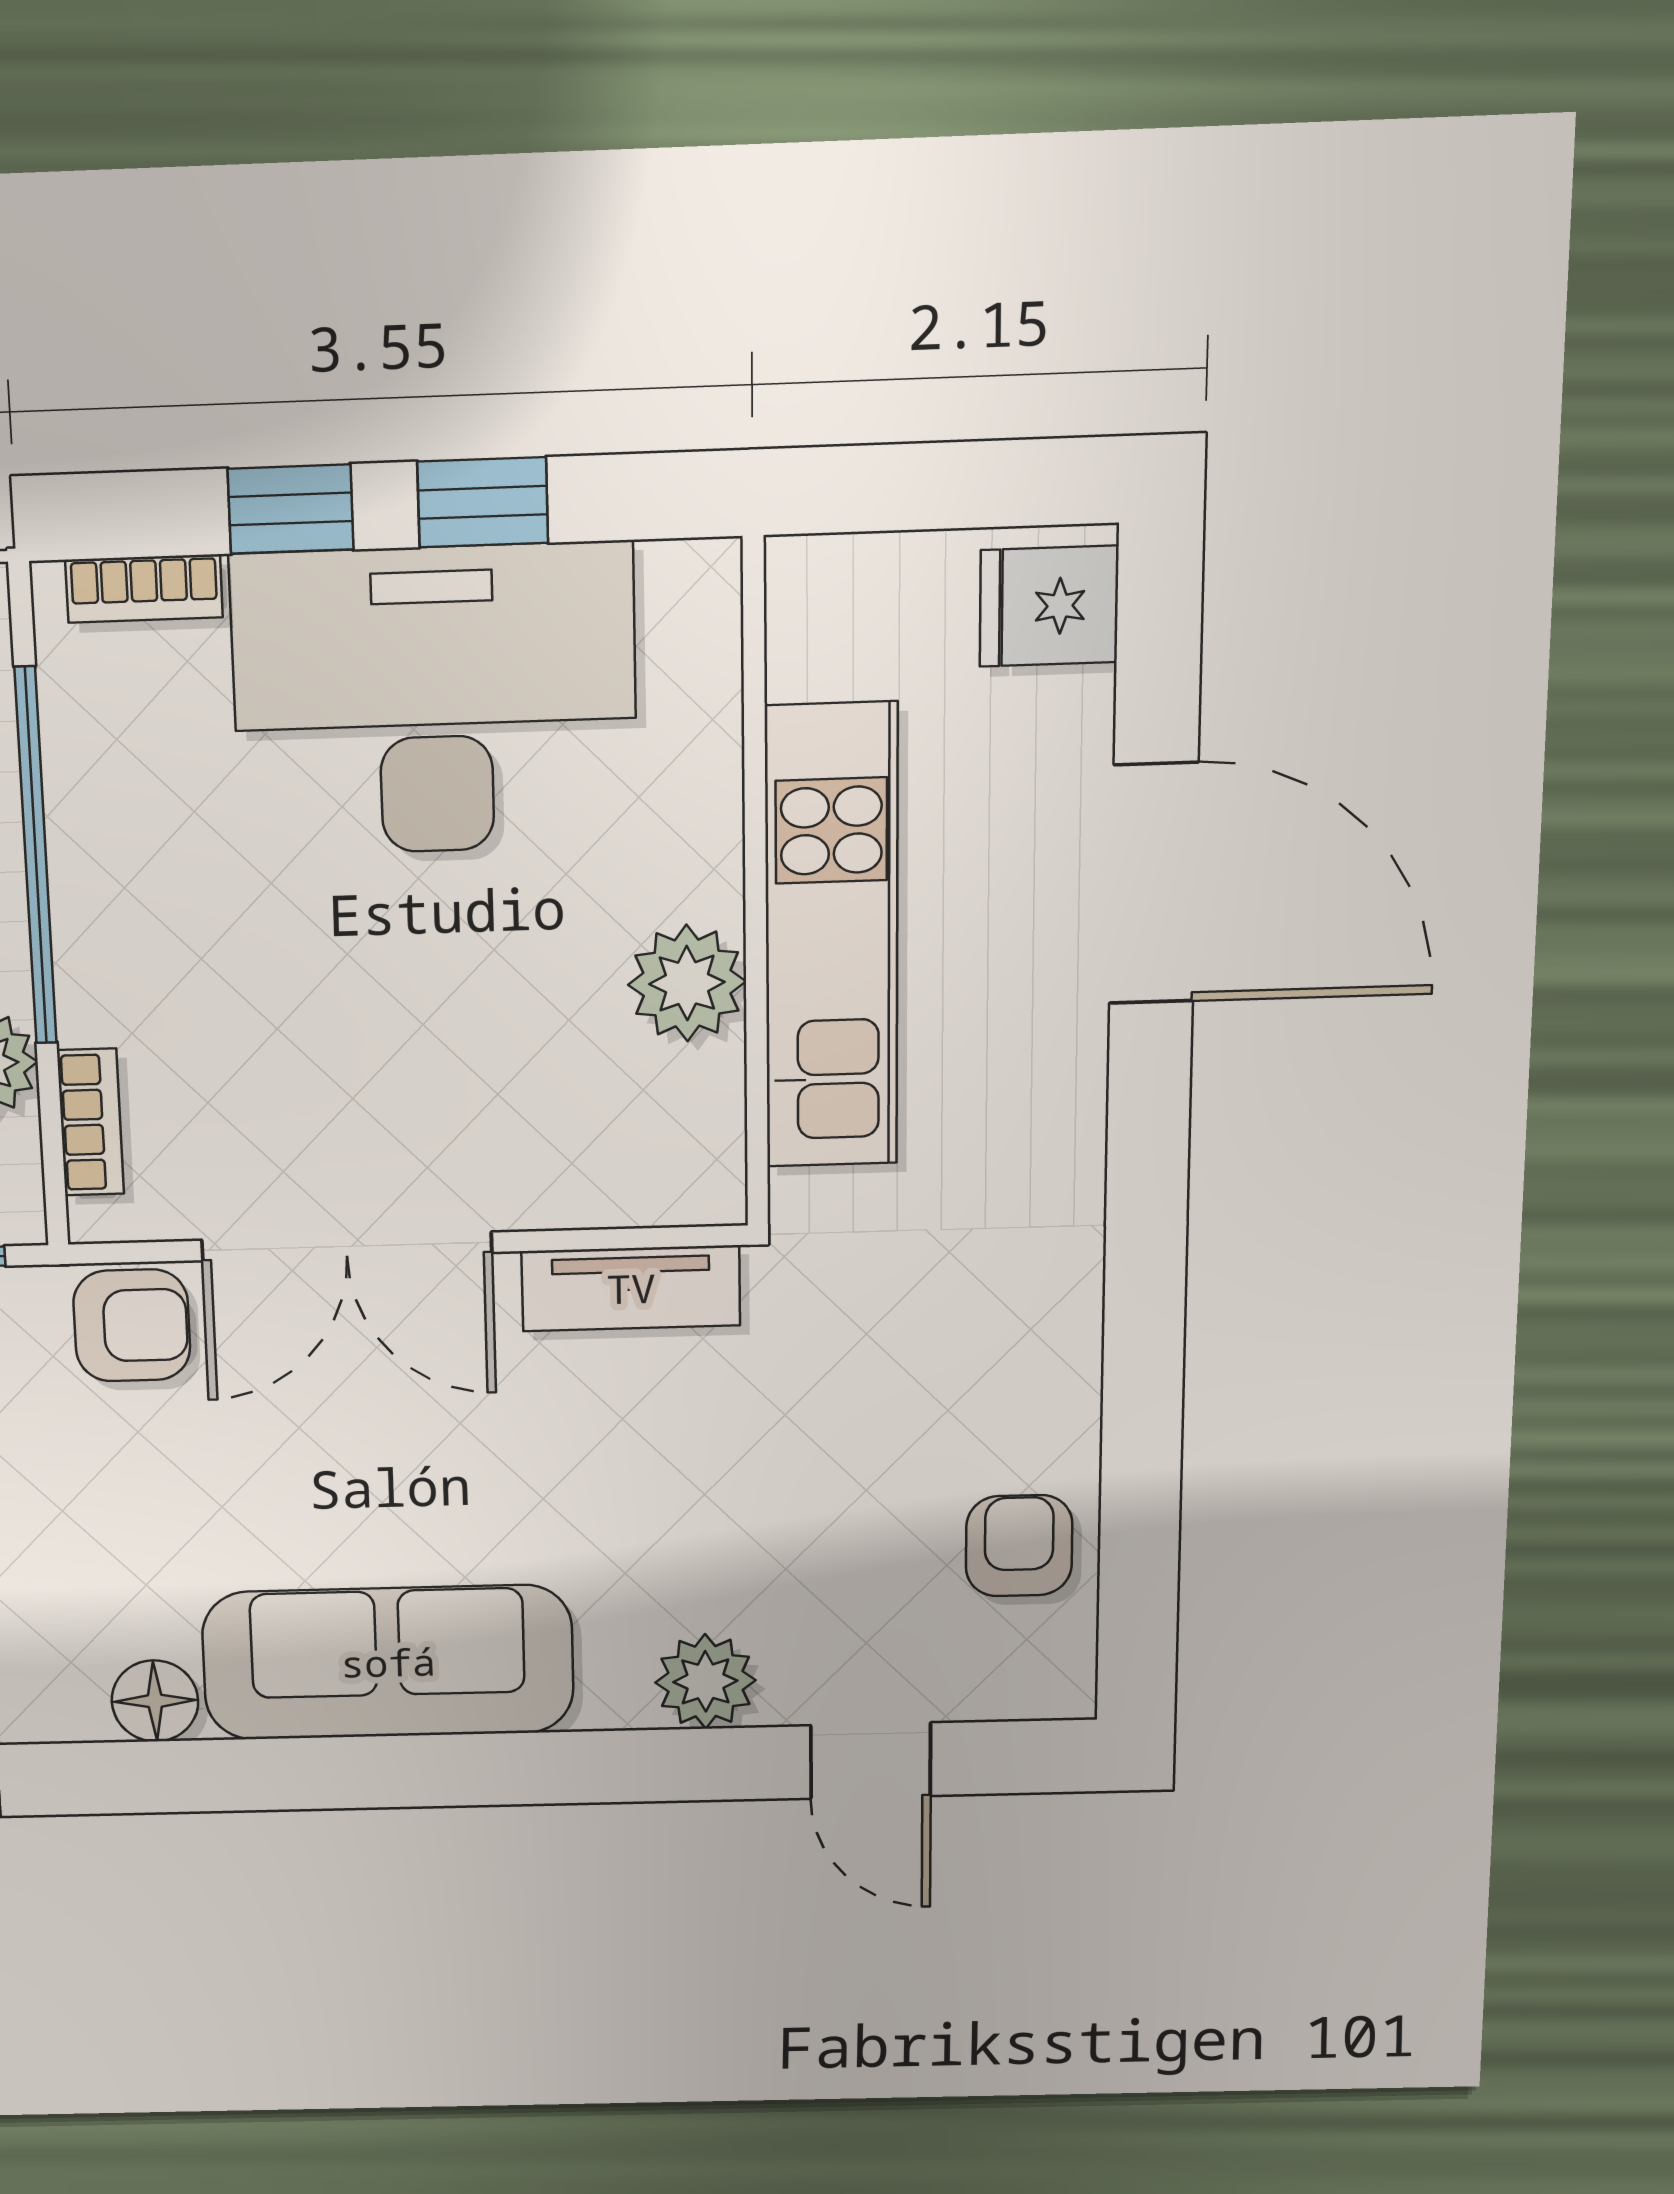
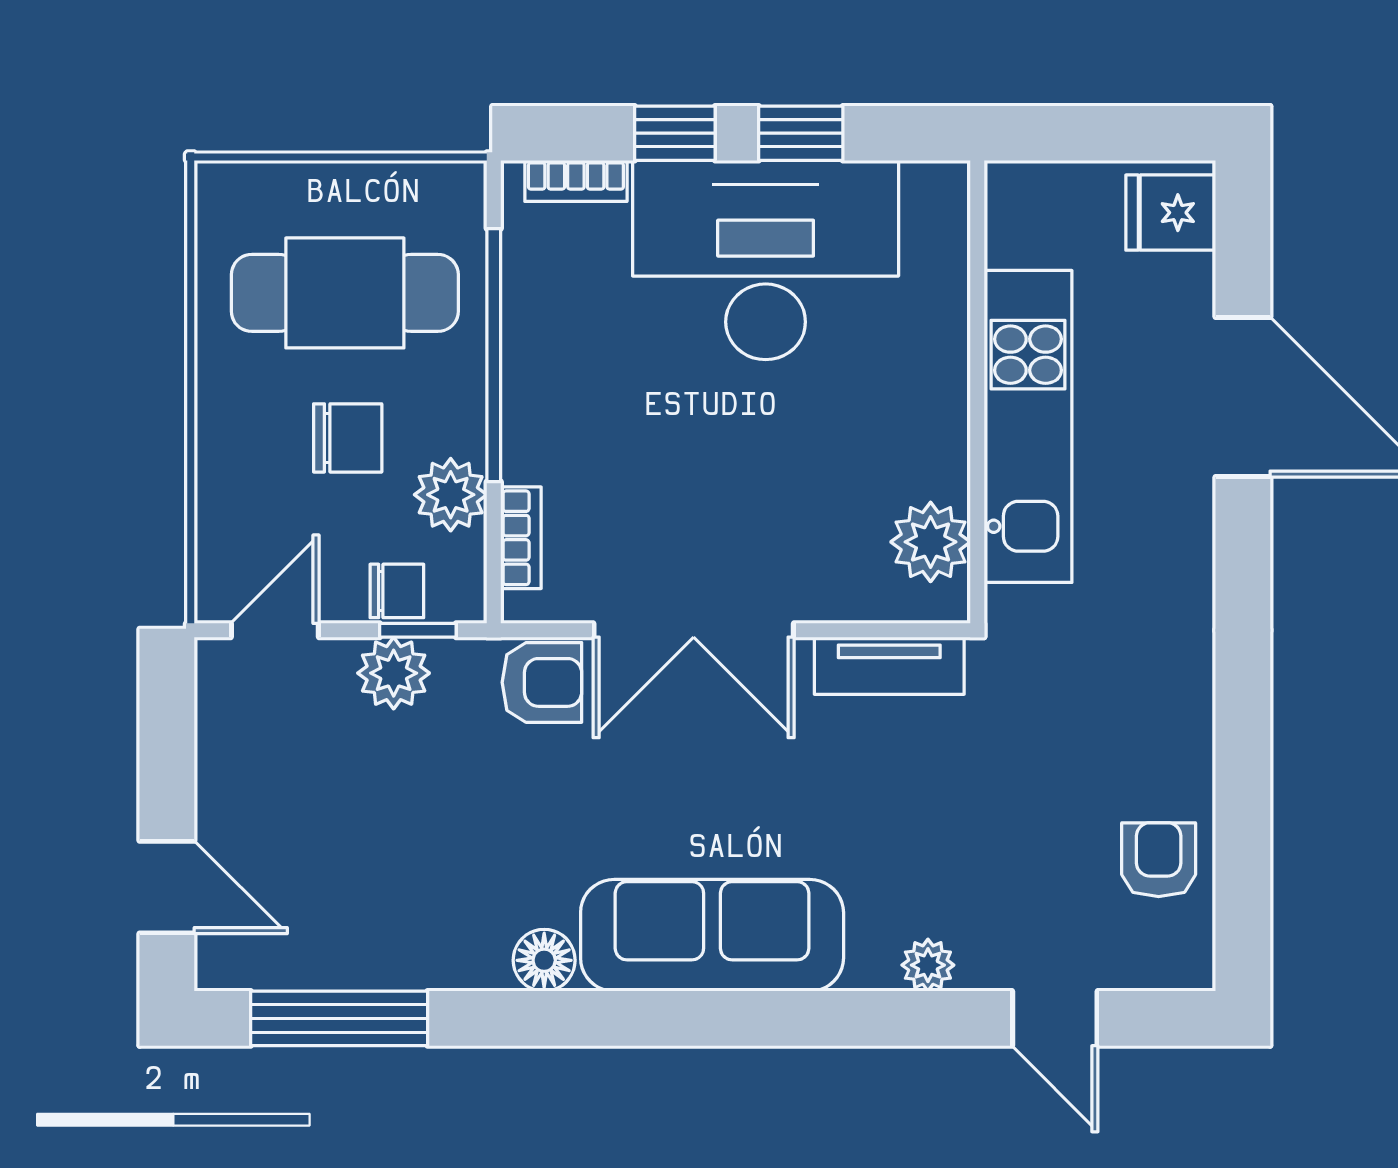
plant: (687, 983) -> (931, 542), moved
plant: (705, 1681) -> (928, 965), width x0.73, depth x0.73

